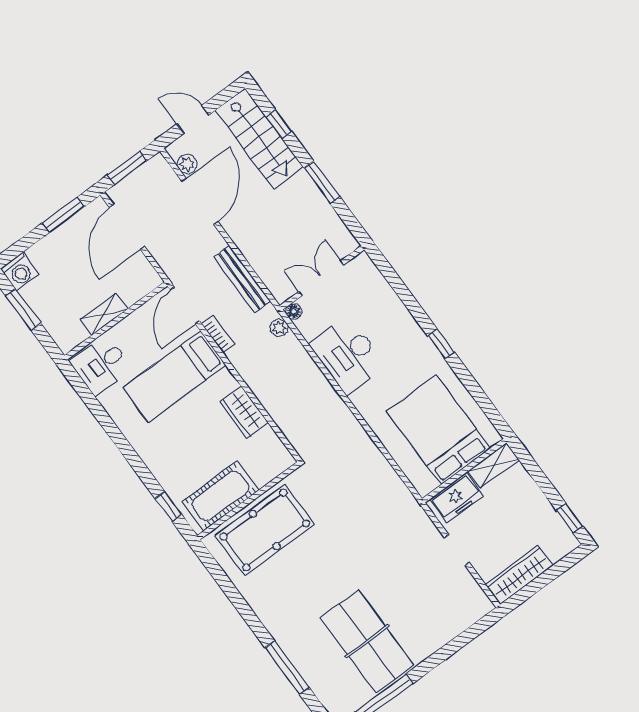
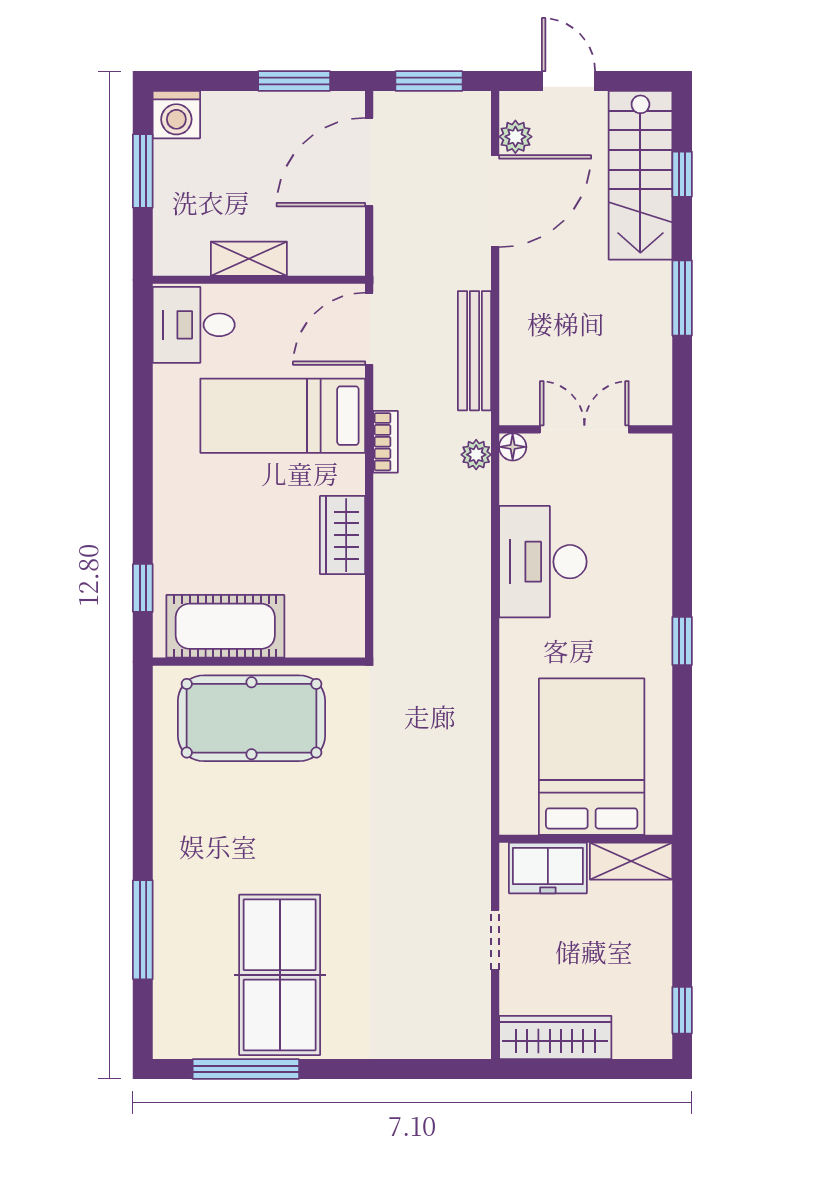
bookcase: (218, 334) -> (385, 442), moved

